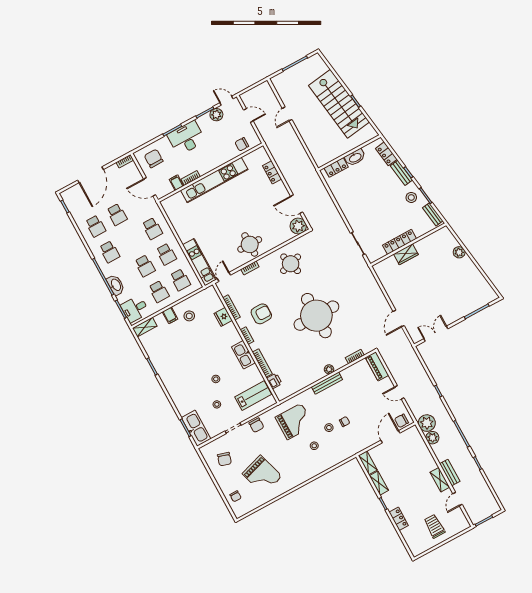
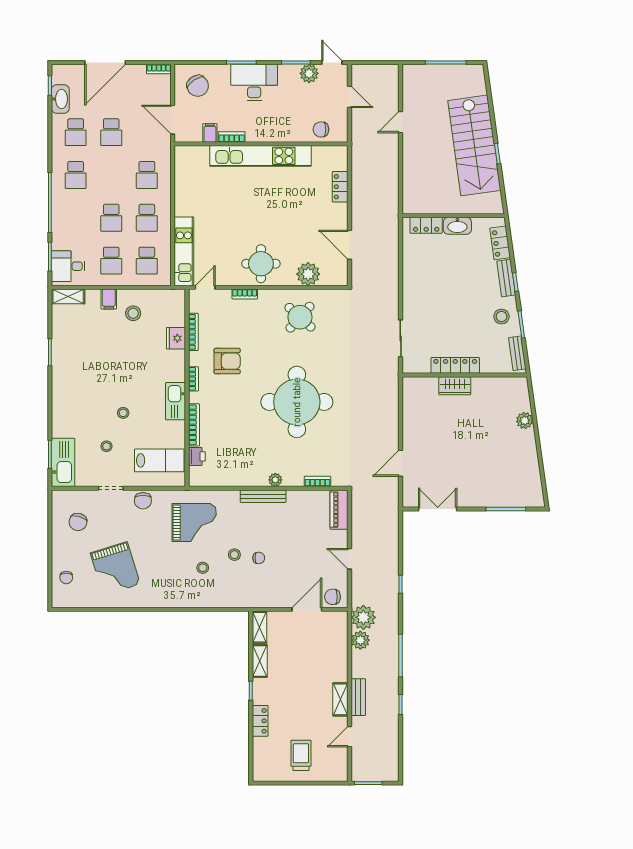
chair: (154, 158) -> (198, 86), turned 146
plant: (298, 226) -> (308, 274), moved
round table: (291, 264) -> (300, 317), turned -32
washbasin: (116, 285) -> (60, 99), moved

